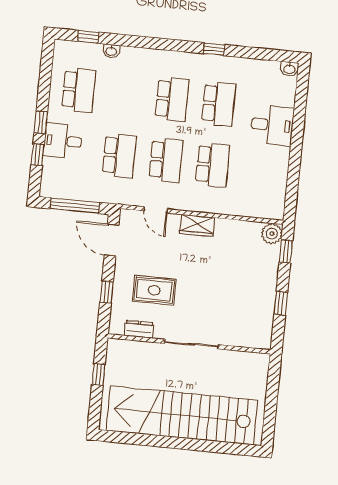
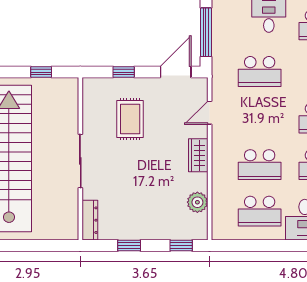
school desk: (166, 160) -> (260, 211), moved
plant: (272, 234) -> (197, 202), moved
dresser: (139, 329) -> (90, 220), moved, width x1.44

